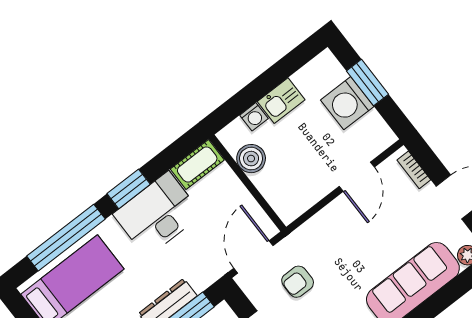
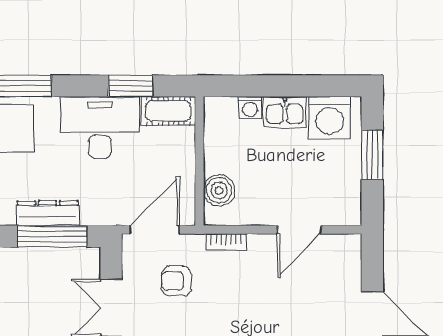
washing machine: (347, 103) -> (329, 117), moved, turned -90
boiler: (251, 159) -> (219, 190), moved
bookcase: (414, 170) -> (226, 242), moved, turned -90
window: (129, 189) -> (131, 86), moved

